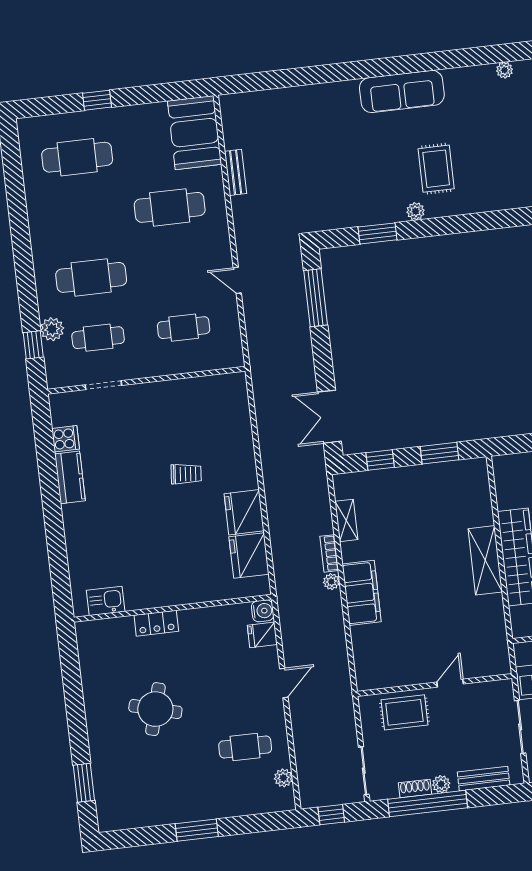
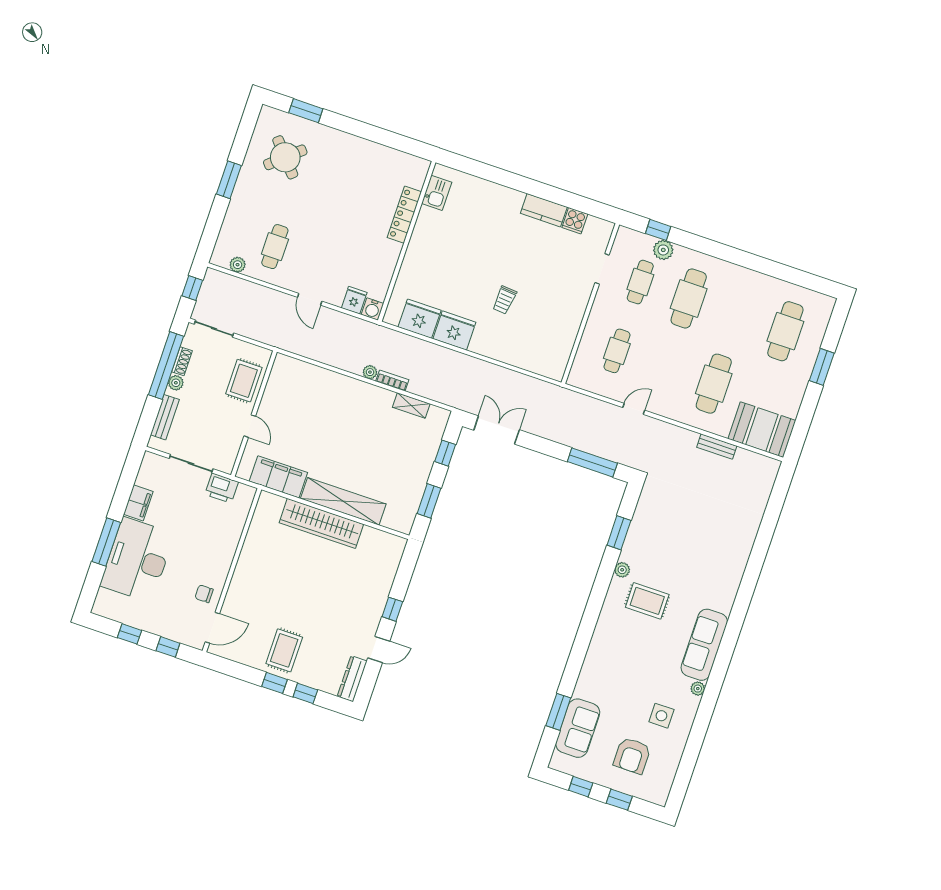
sofa: (402, 91) -> (704, 645), moved
window: (97, 100) -> (822, 367), width x1.50
shelving: (485, 560) -> (343, 501), width x1.47
filing cabinet: (362, 593) -> (278, 477), moved, turned 180
locker: (156, 623) -> (404, 215), width x1.53
round table: (155, 709) -> (285, 157), moved, turned 34

